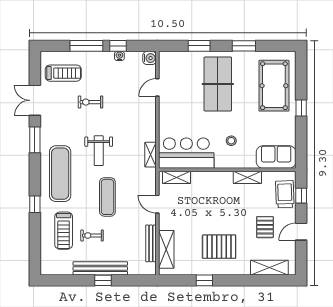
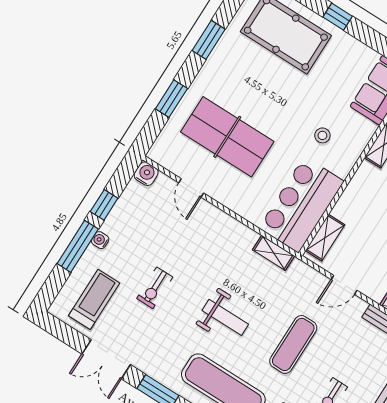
water cooler: (119, 56) -> (100, 240), moved
table tennis table: (218, 84) -> (227, 137), moved
exercise mat: (107, 197) -> (293, 344), turned 90

